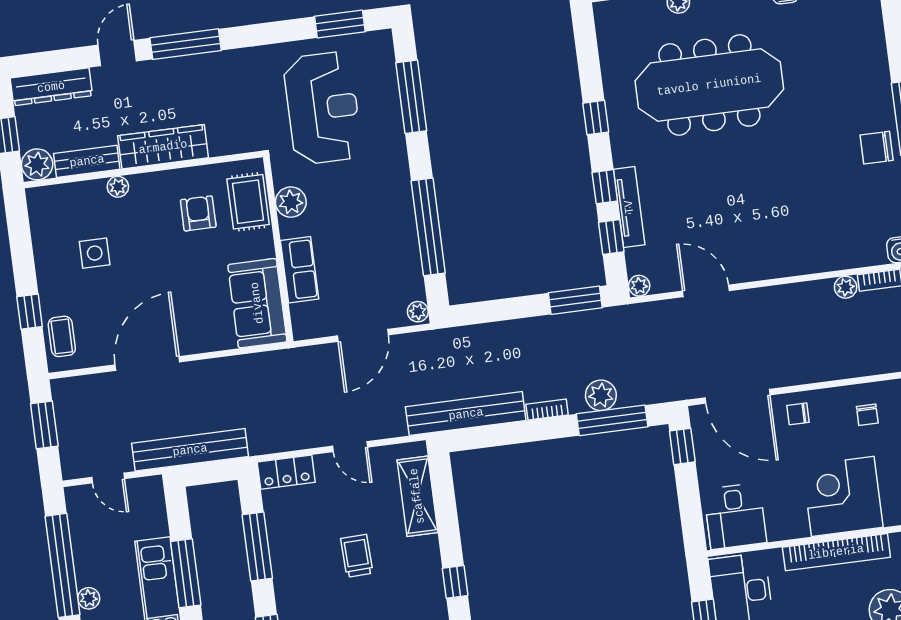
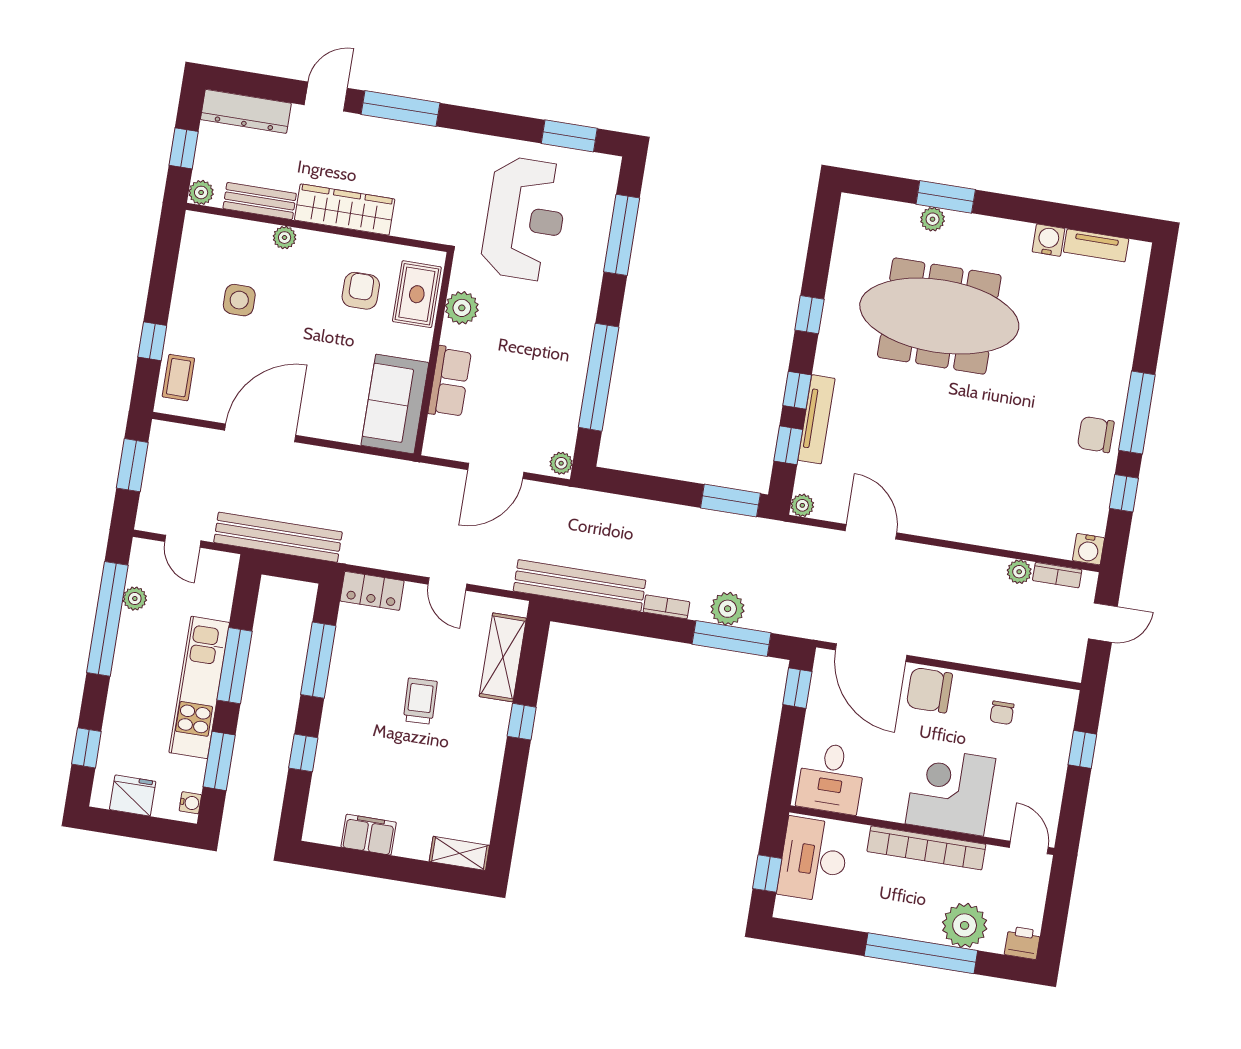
plant: (37, 164) -> (201, 192), width x0.73, depth x0.73
chair: (798, 414) -> (929, 690), width x1.87, depth x1.87
window: (455, 582) -> (522, 722), moved
plant: (89, 598) -> (135, 599), moved

